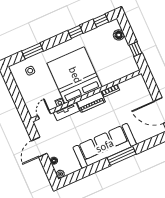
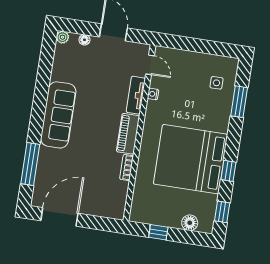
bed: (75, 75) -> (191, 159), moved, turned 180
sofa: (105, 146) -> (58, 115), width x0.74, depth x0.79
window: (122, 156) -> (30, 164), moved

